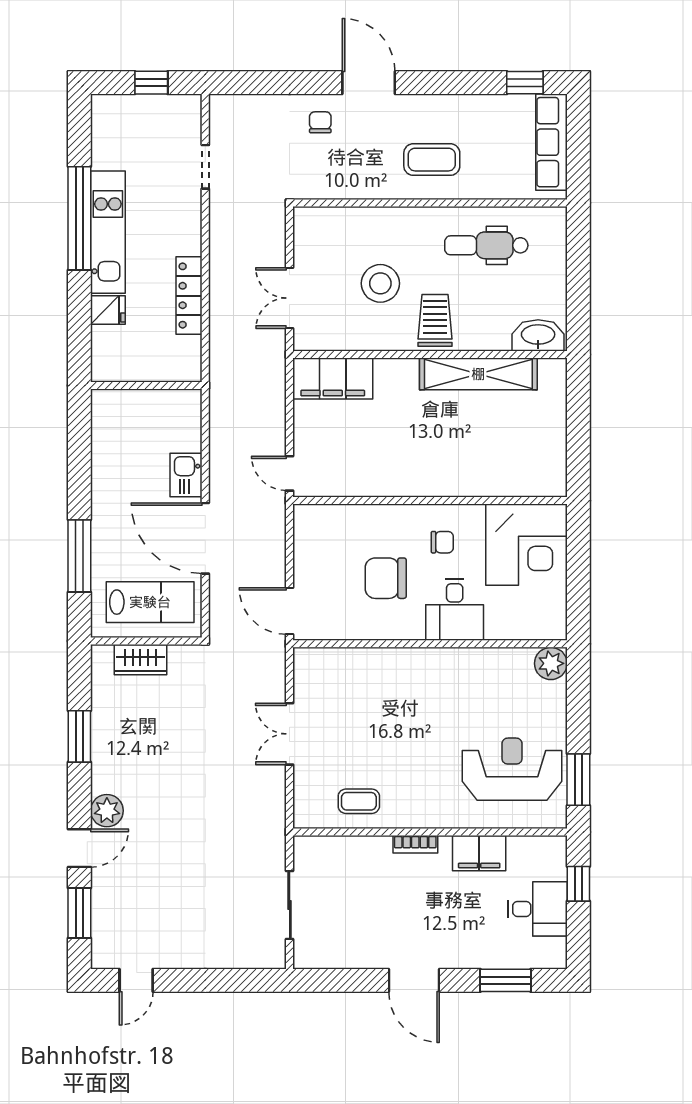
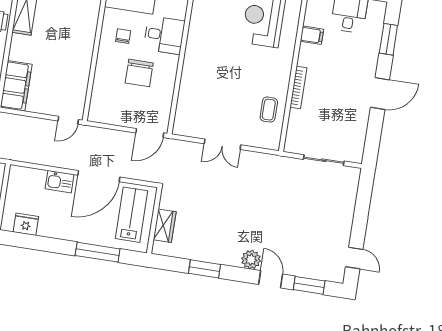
fridge: (107, 430) -> (26, 224), added
bookcase: (415, 844) -> (298, 88), width x1.56
filing cabinet: (479, 853) -> (312, 35), width x0.50

